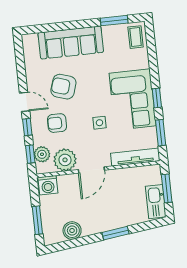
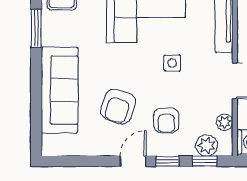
plant: (65, 160) -> (225, 122), width x0.53, depth x0.53

